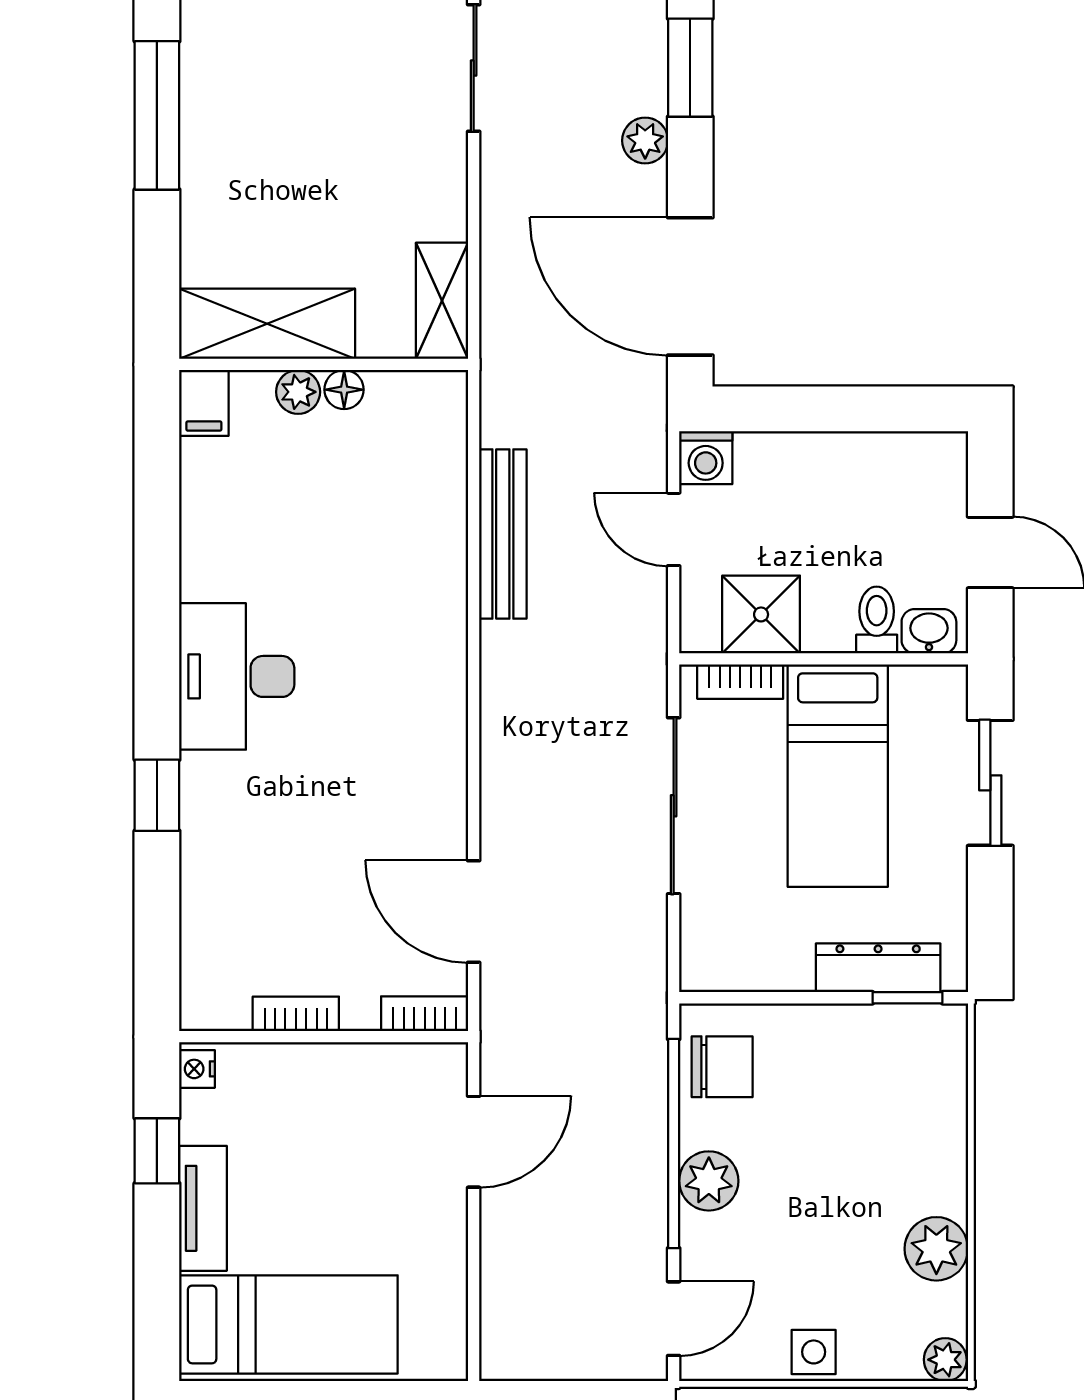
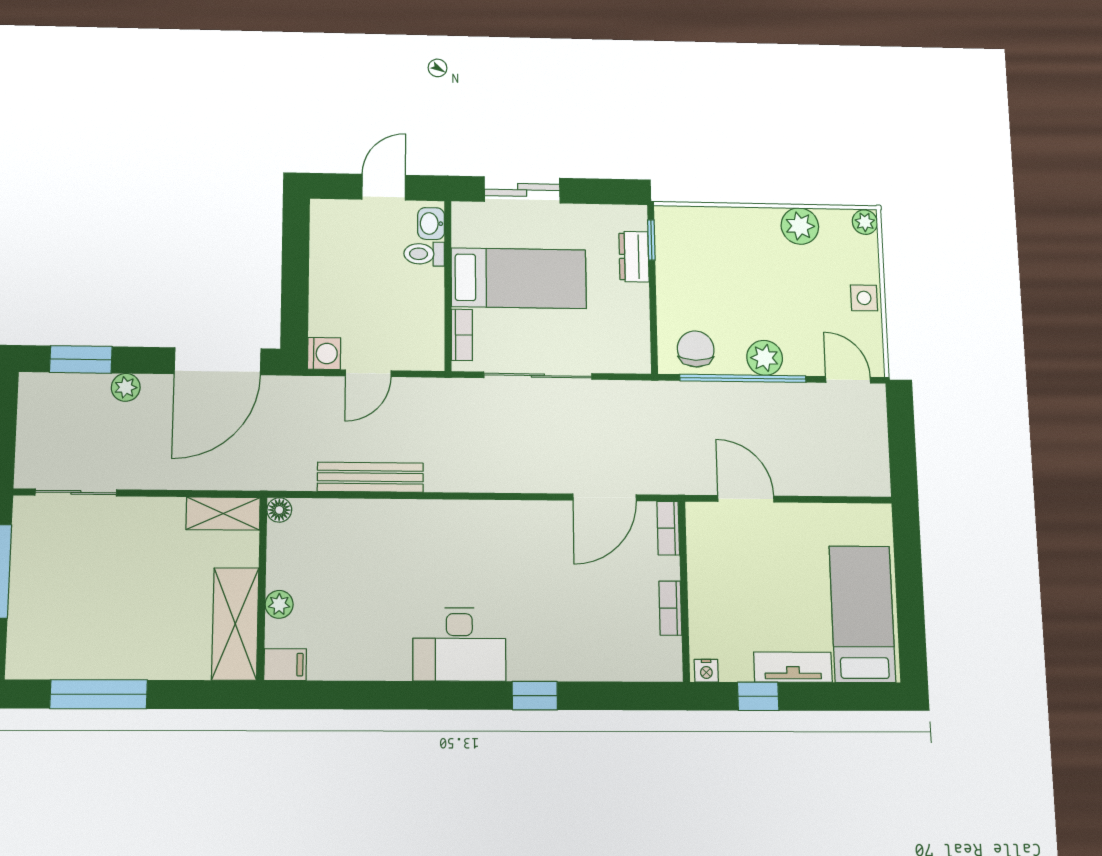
floor lamp: (344, 390) -> (279, 510), moved
shower: (761, 614) -> (421, 322), removed
dresser: (878, 968) -> (634, 257), width x0.70

